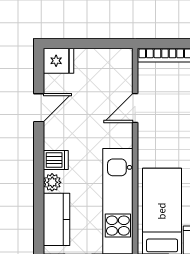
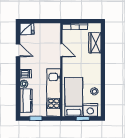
door: (39, 108) -> (18, 50), hinge flipped
door: (135, 108) -> (61, 50), swing flipped

